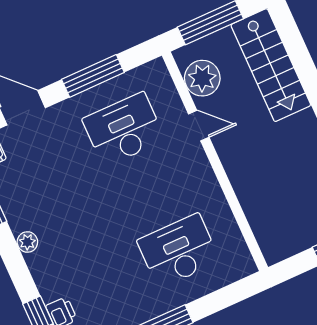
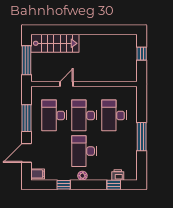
plant: (202, 78) -> (48, 74), removed
desk: (151, 190) -> (84, 115), added
desk: (79, 223) -> (84, 151), added

